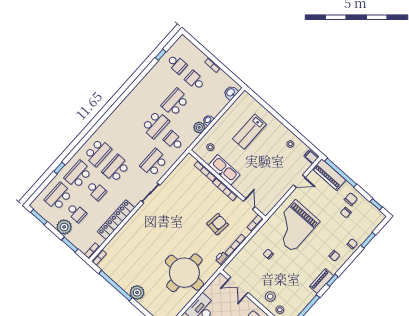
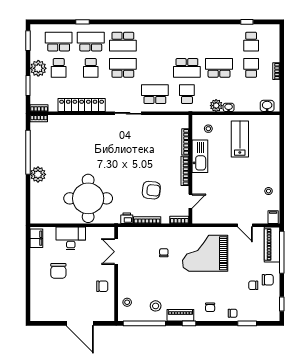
lab bench: (249, 132) -> (240, 139), moved, turned 90
stool: (270, 296) -> (156, 306), moved

